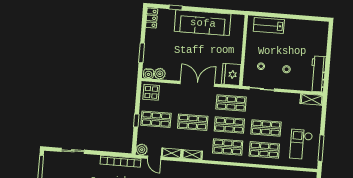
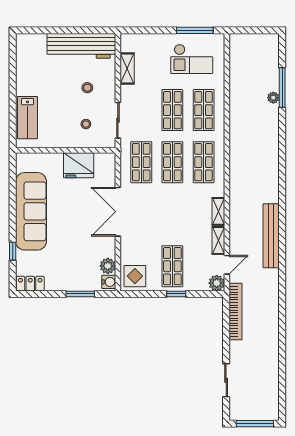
fridge: (231, 74) -> (79, 165), moved
workbench: (318, 74) -> (81, 46), width x1.36, depth x1.32
shelving: (312, 99) -> (127, 69), moved
shop shelf: (193, 122) -> (172, 214), removed

